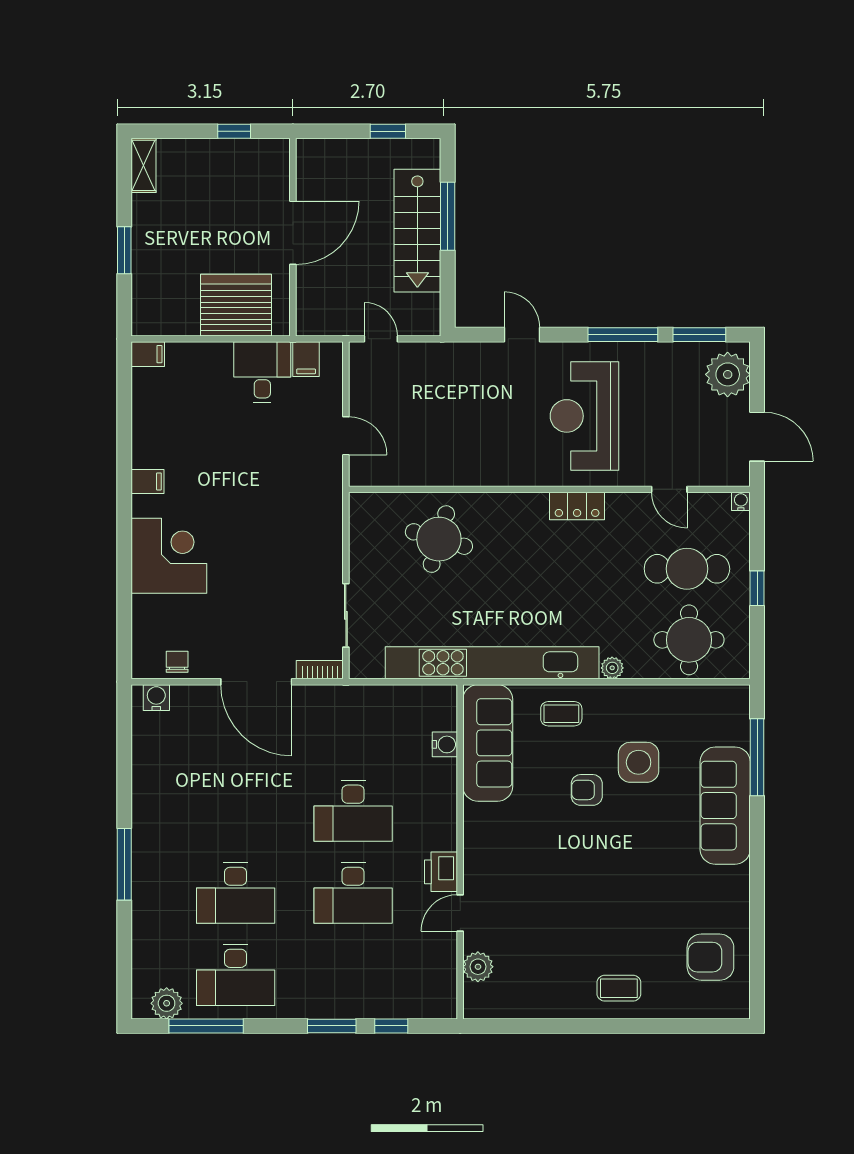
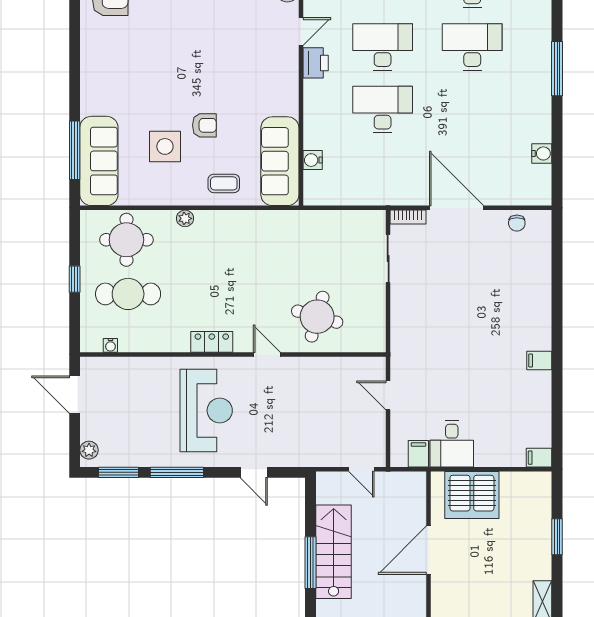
plant: (728, 374) -> (89, 450), width x0.53, depth x0.53
door: (669, 489) -> (267, 354), moved
water cooler: (741, 501) -> (110, 345), moved
corner desk: (169, 556) -> (523, 304), removed
kitchen unit: (492, 663) -> (277, 222), removed
water cooler: (156, 698) -> (542, 153), moved, turned -90
sofa: (725, 806) -> (99, 161), moved

